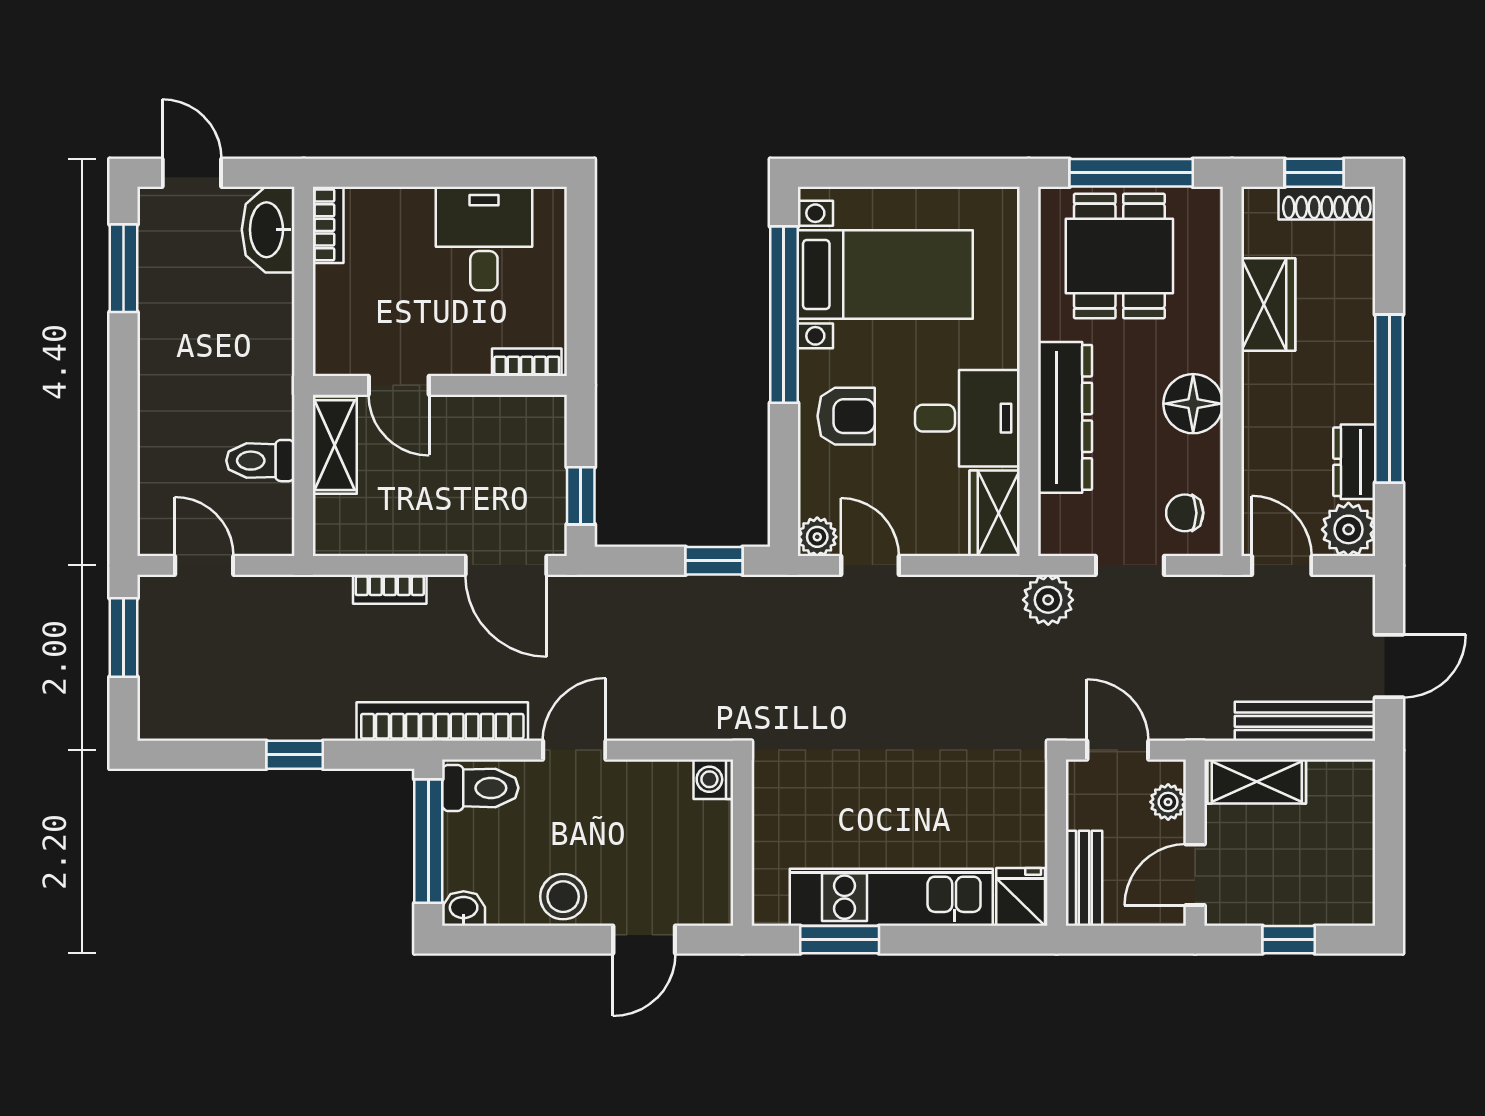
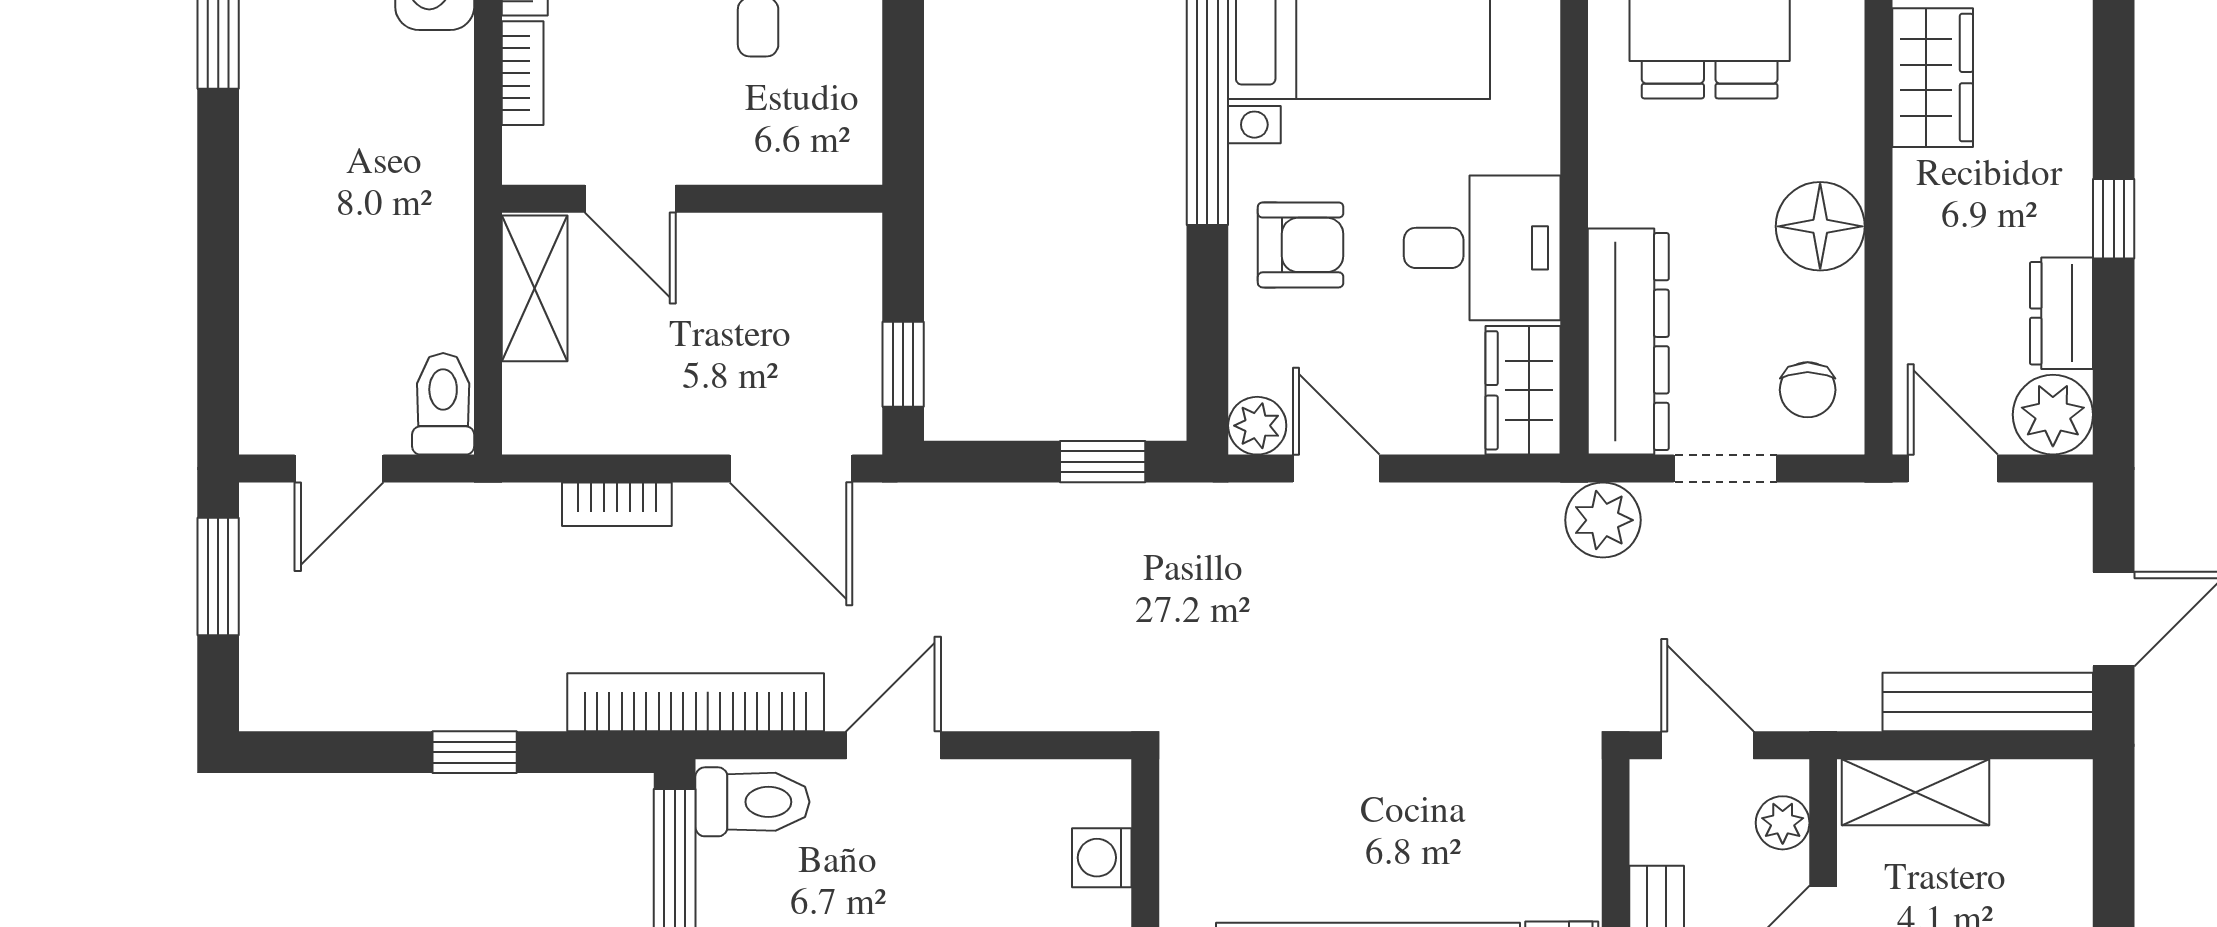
bookcase: (527, 362) -> (523, 73), moved, turned 90
window: (1389, 399) -> (2114, 219), width x0.32
dresser: (1065, 417) -> (1628, 342), moved
toilet: (260, 461) -> (443, 404), moved, turned 90
chair: (1185, 513) -> (1808, 390), turned -90
door: (204, 565) -> (339, 469), swing flipped
washing machine: (713, 779) -> (1102, 858), moved

